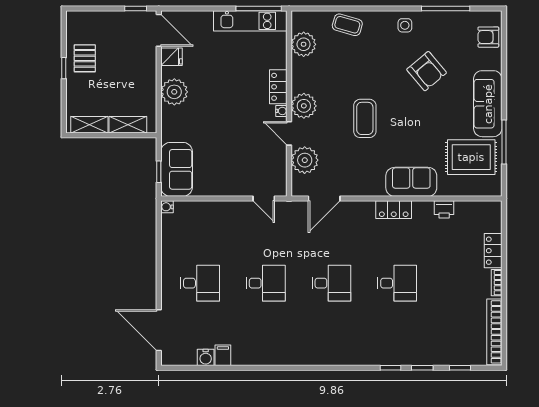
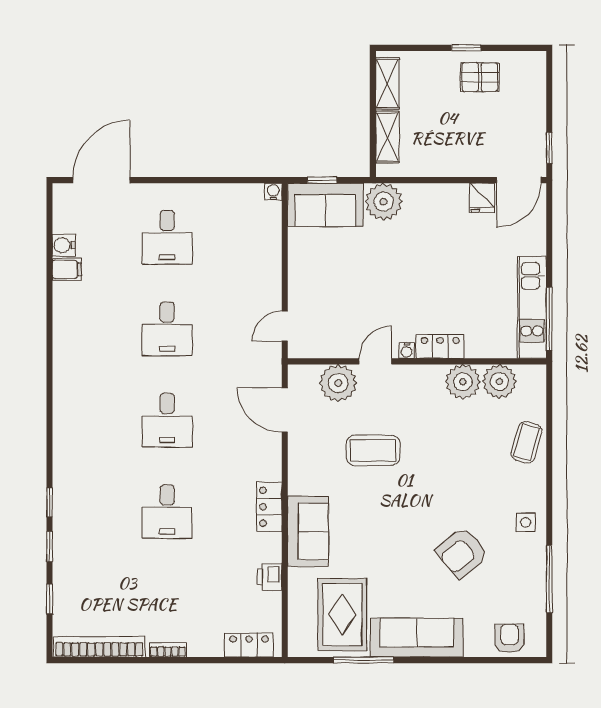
plant: (174, 92) -> (384, 202), moved
plant: (304, 106) -> (463, 382), moved
coffee table: (365, 118) -> (373, 450), moved
locker: (493, 251) -> (249, 645), moved

